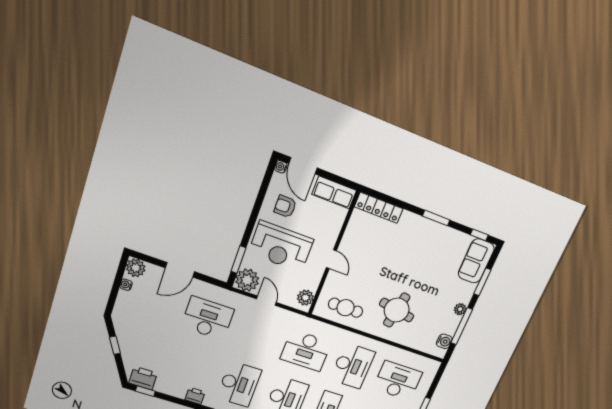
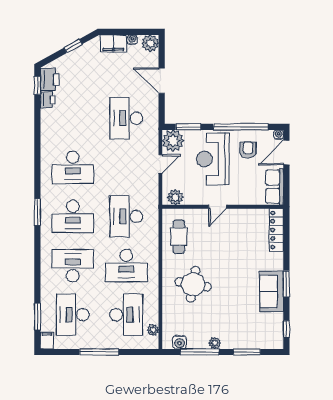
window: (258, 205) -> (241, 127), added
sofa: (476, 261) -> (272, 291), moved, turned -90
filing cabinet: (124, 305) -> (113, 43), added
desk: (208, 318) -> (126, 118), turned 180
plant: (422, 362) -> (153, 330), added
printer: (195, 396) -> (48, 100), moved

